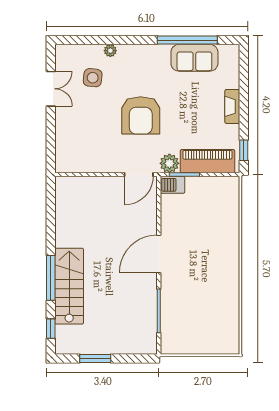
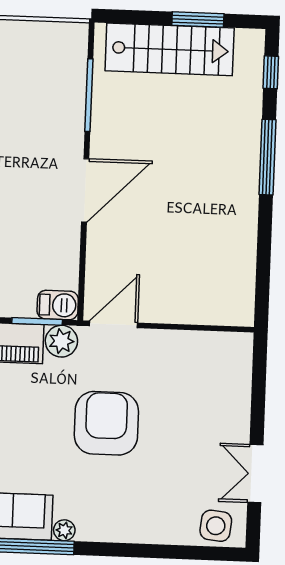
plant: (110, 51) -> (64, 530), moved
side table: (93, 78) -> (216, 526), moved
stairs: (69, 286) -> (170, 49), moved, turned -90

